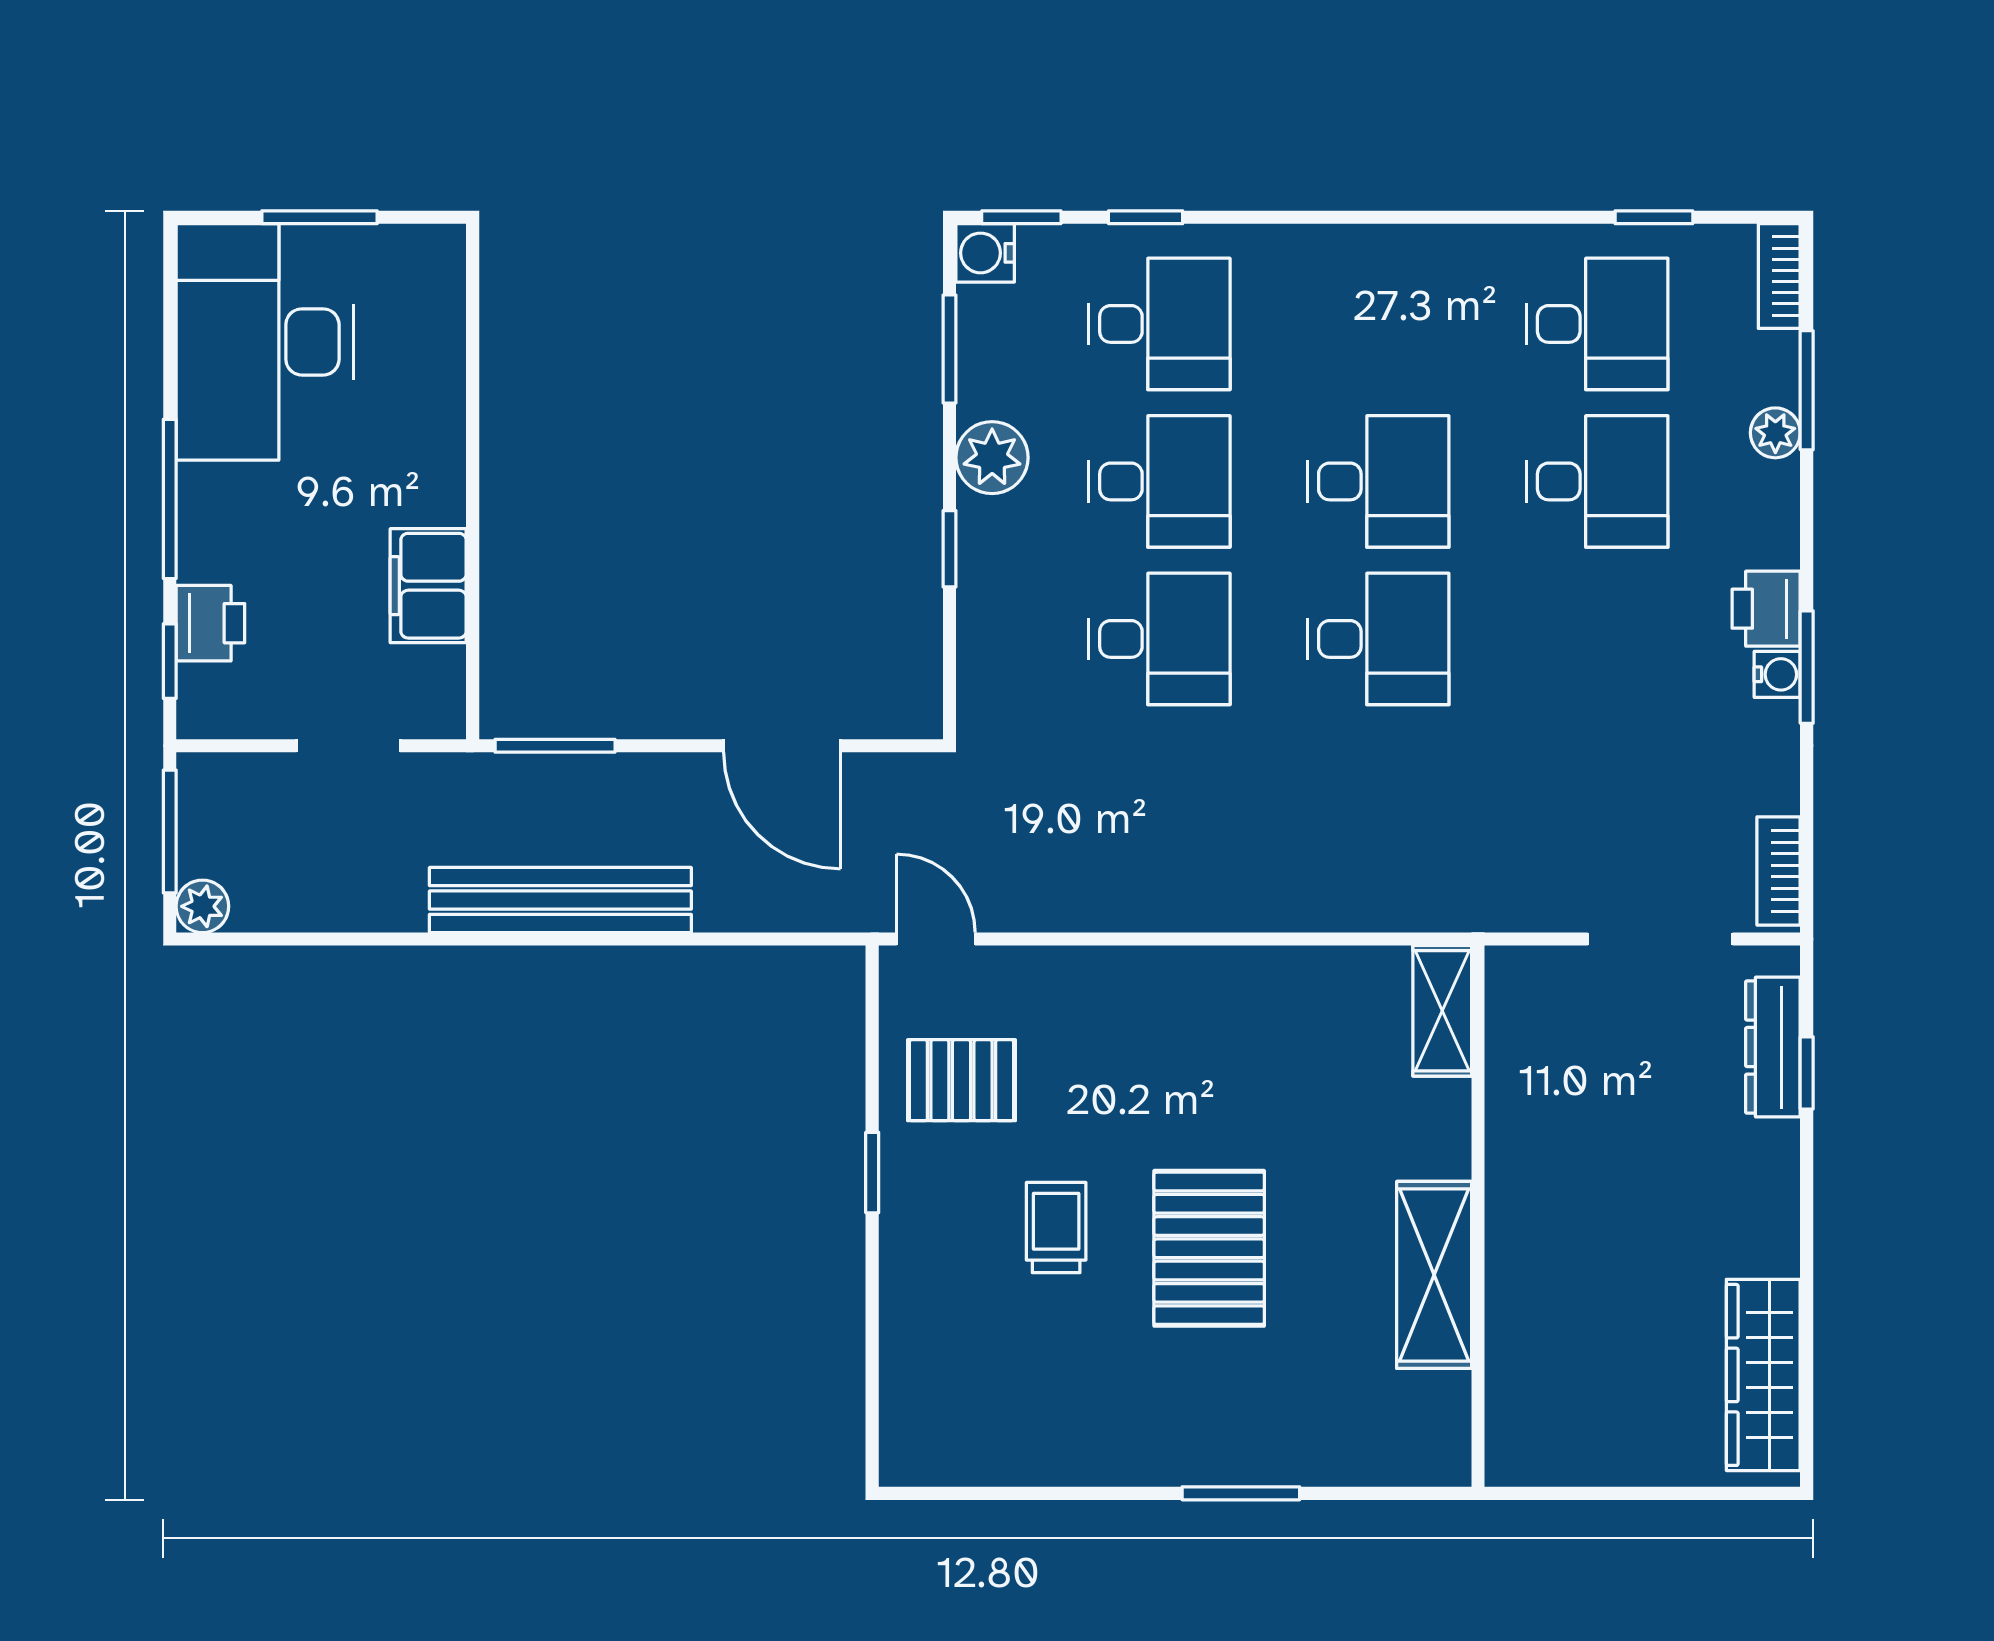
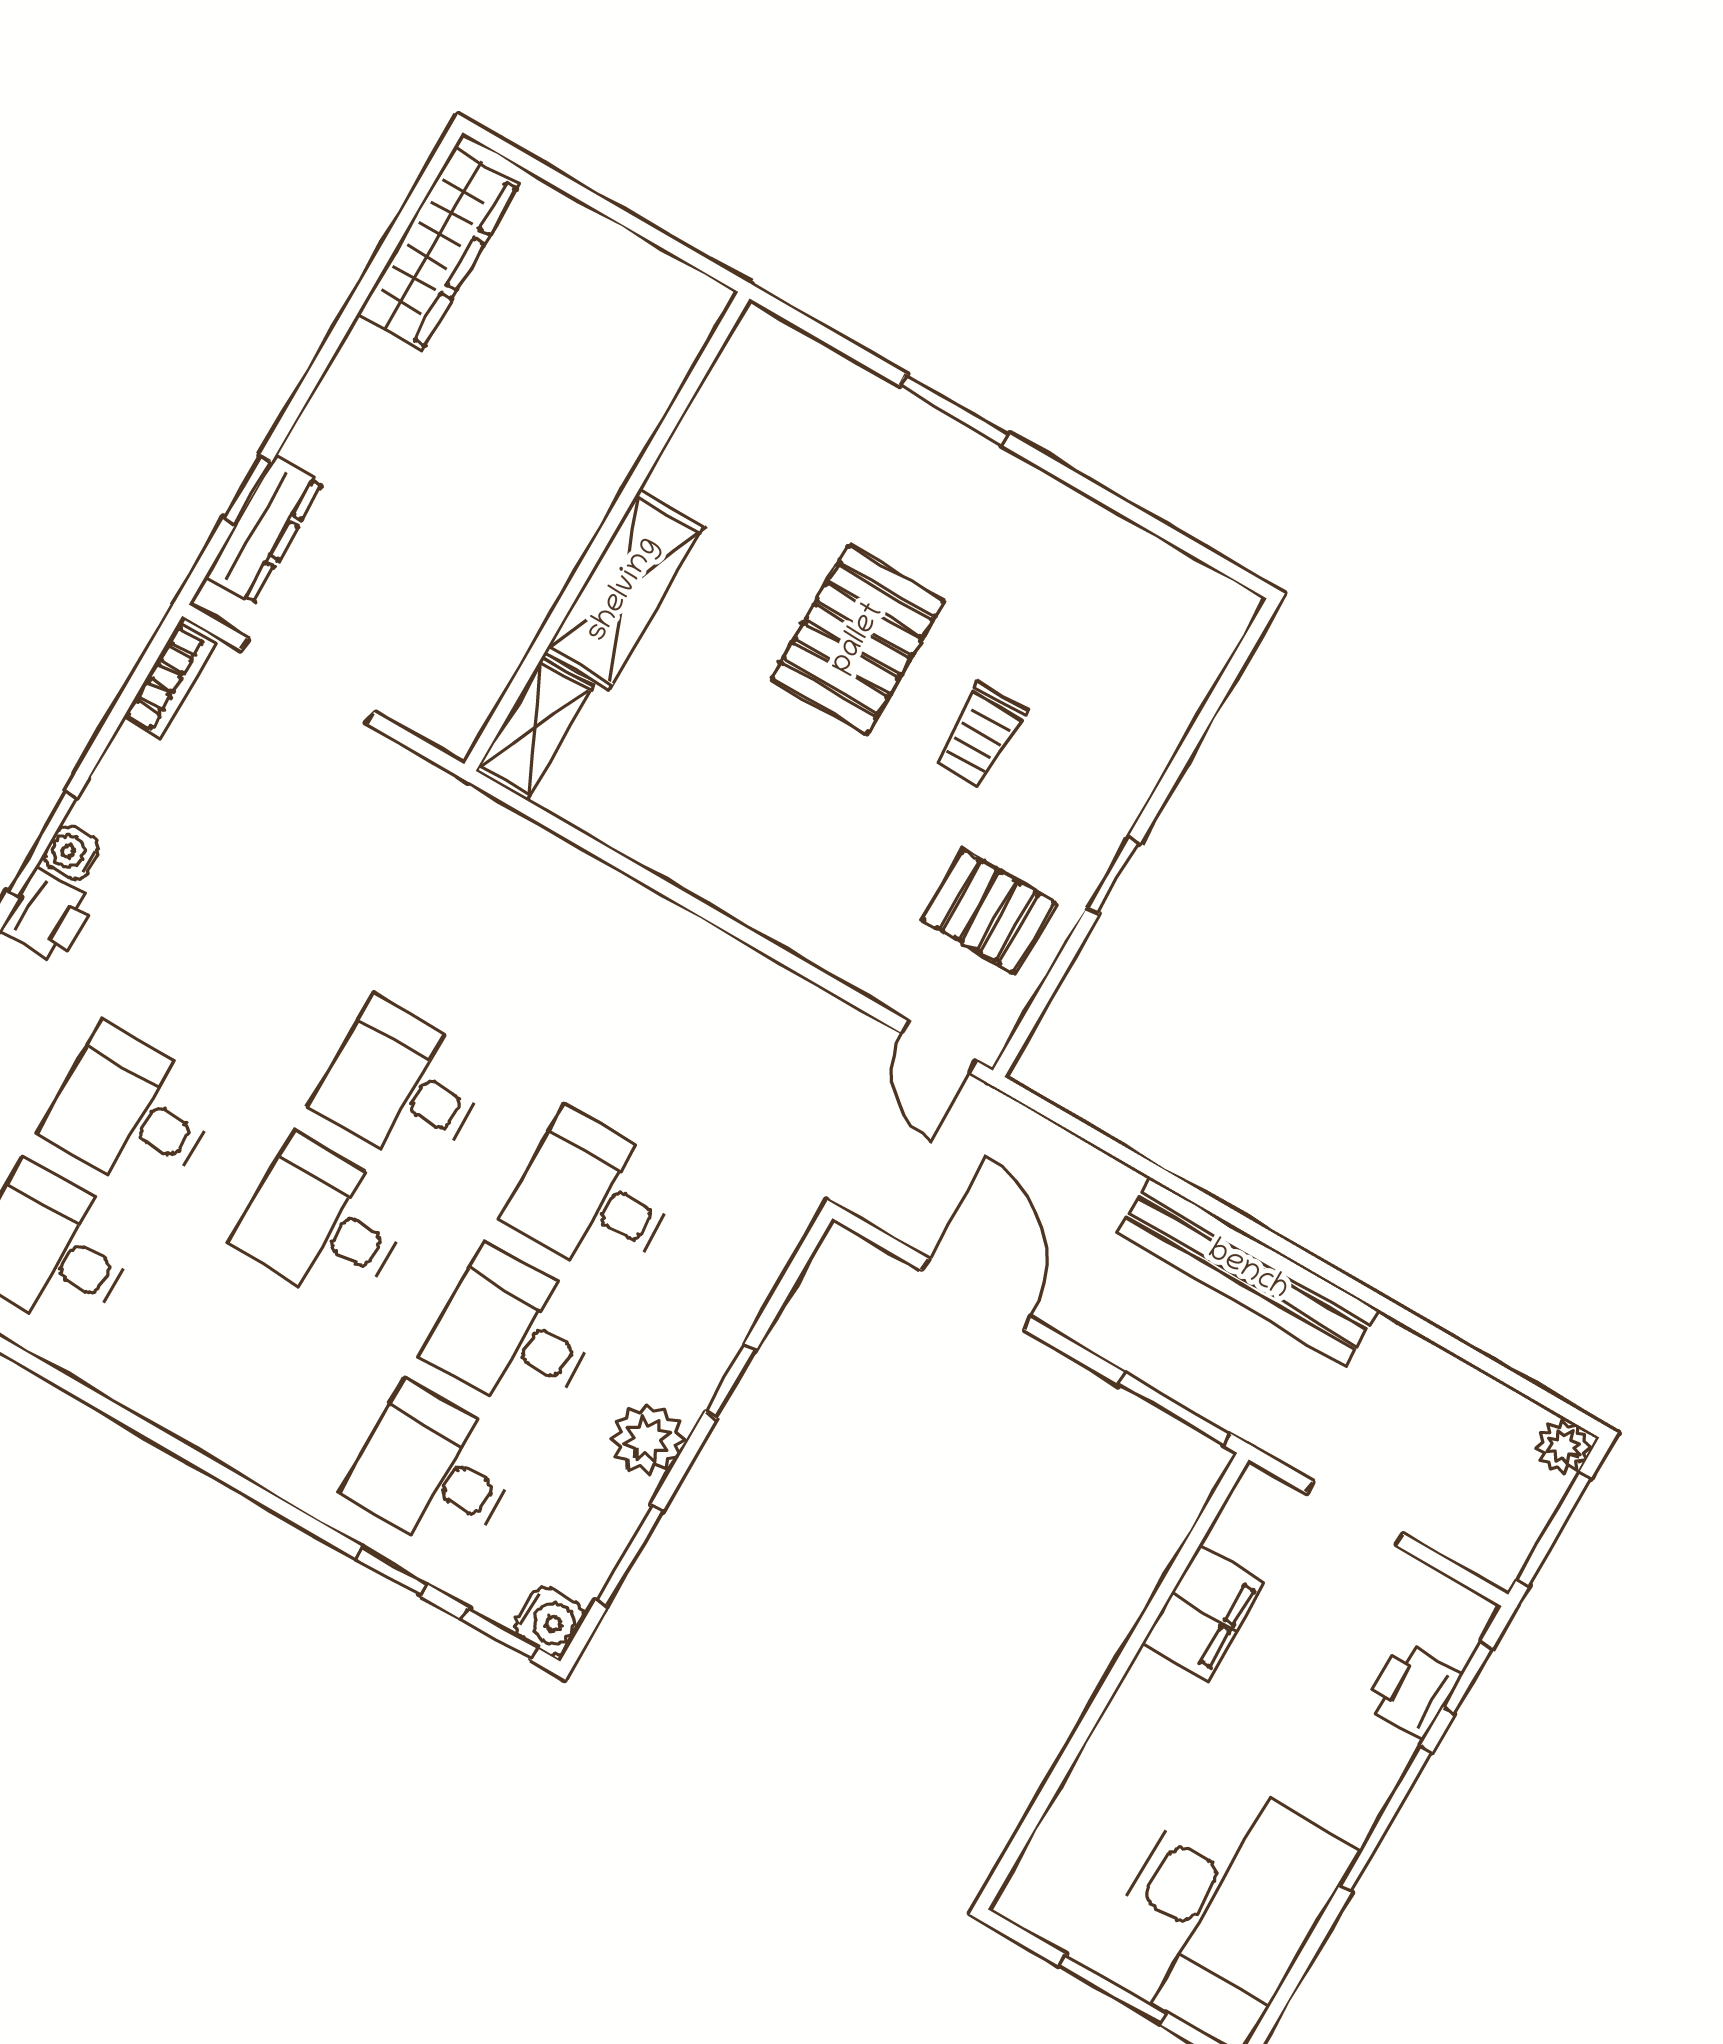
shelving: (1434, 1275) -> (624, 590), moved

